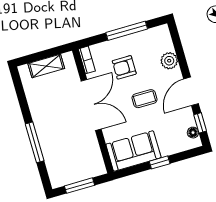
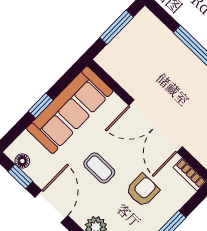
coffee table: (145, 99) -> (99, 168), turned 90
sofa: (133, 151) -> (70, 110), width x1.36

